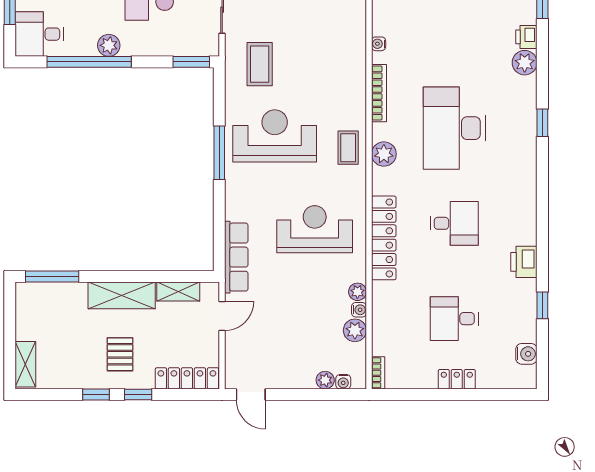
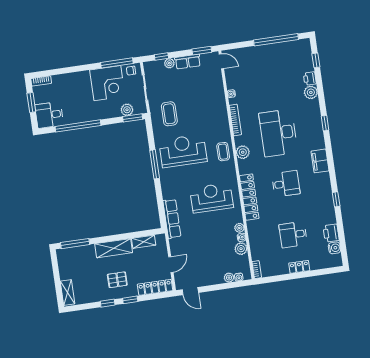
plant: (109, 45) -> (127, 110), moved
filing cabinet: (523, 191) -> (320, 161), added
printer: (524, 262) -> (331, 233), moved
window: (542, 305) -> (336, 199), moved
door: (222, 316) -> (171, 265), moved
pallet: (120, 354) -> (117, 280), turned 90

